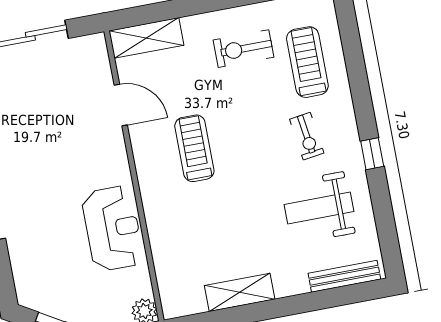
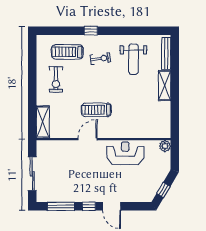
door: (121, 105) -> (88, 139), moved
window: (372, 154) -> (91, 31), moved
shelving: (240, 292) -> (165, 86), moved

